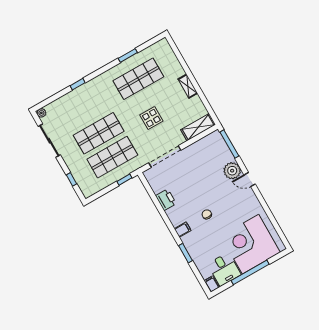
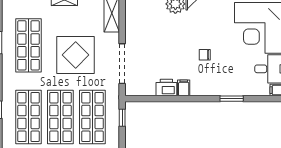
shop shelf: (85, 109) -> (28, 117), added
display table: (151, 118) -> (76, 55), width x1.86, depth x1.86
filing cabinet: (183, 230) -> (184, 88), moved

